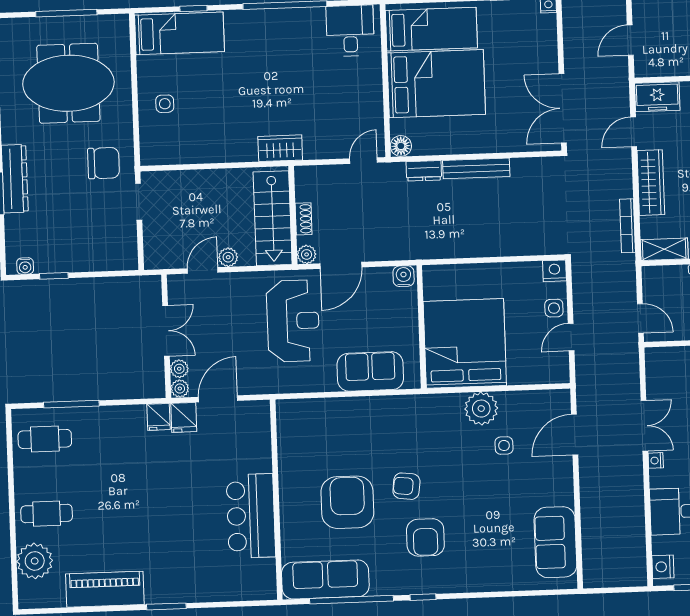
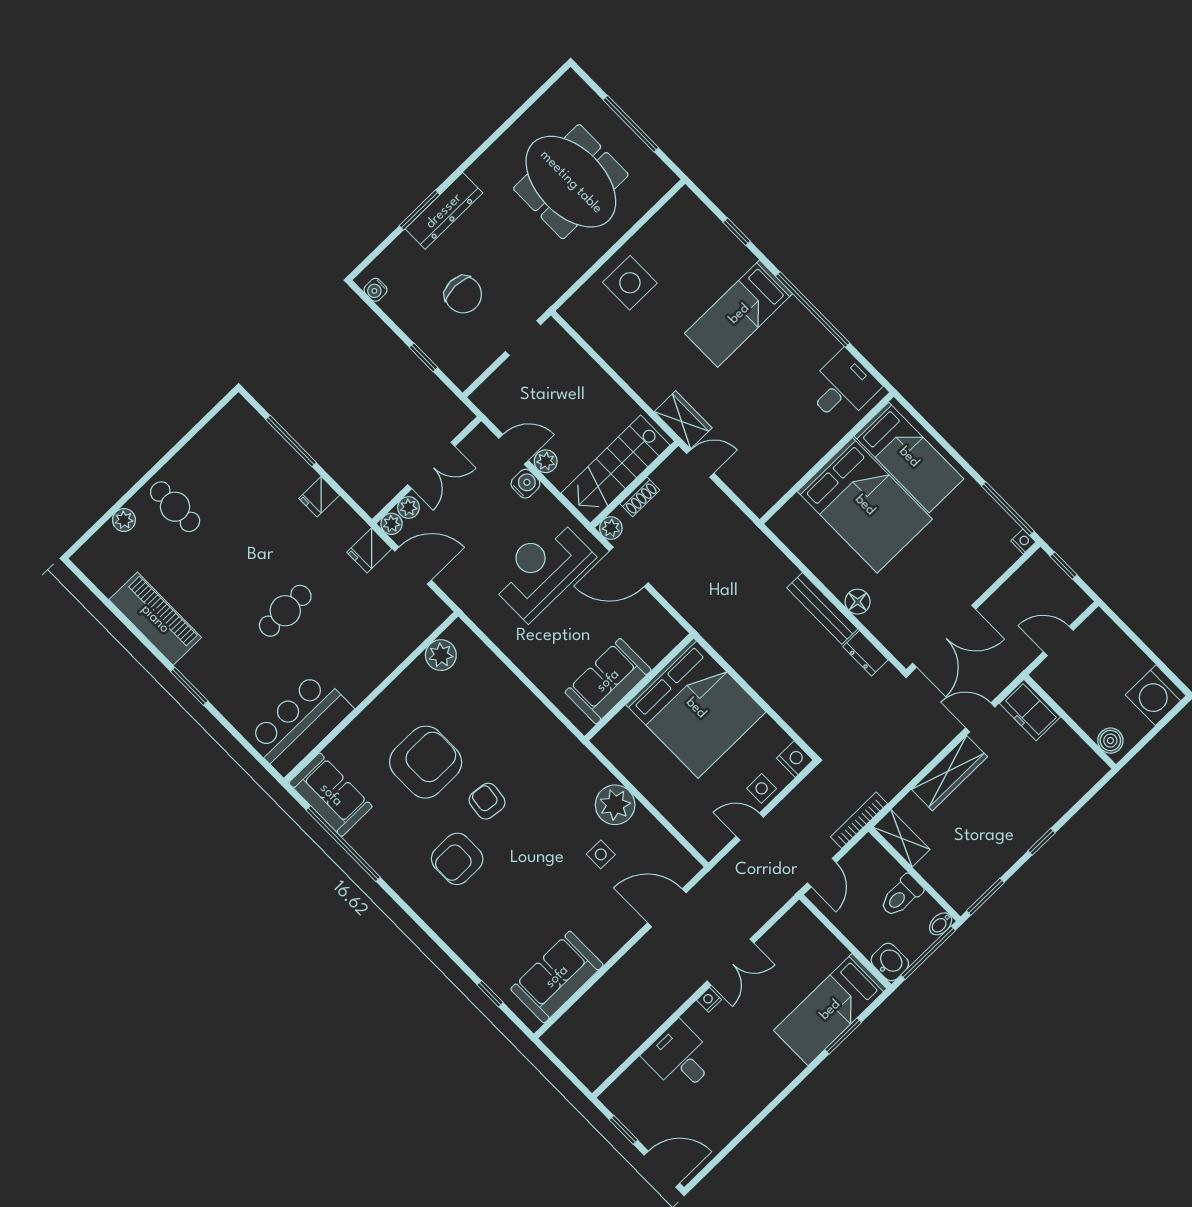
bed: (179, 33) -> (739, 314), moved, turned 90
side table: (165, 104) -> (630, 283), width x1.87, depth x1.87
double door: (563, 108) -> (944, 636), swing flipped
floor lamp: (401, 146) -> (858, 602), moved
door: (363, 161) -> (700, 463), moved
chair: (103, 163) -> (463, 294), moved
dresser: (424, 171) -> (865, 653), moved
bookcase: (627, 226) -> (859, 820), moved
window: (54, 276) -> (423, 357), moved
water cooler: (404, 276) -> (525, 484), moved
reception desk: (293, 321) -> (542, 569), turned 180
bed: (465, 343) -> (696, 708), moved, turned 90
sofa: (370, 371) -> (608, 681), moved, turned -90
fridge: (159, 417) -> (319, 497), moved
plant: (289, 432) -> (441, 655), added
cafe table: (45, 439) -> (285, 611), moved, turned 90
bar counter: (251, 516) -> (300, 724), moved
plant: (35, 561) -> (124, 520), width x0.53, depth x0.53
nightstand: (663, 567) -> (621, 1091), removed
sofa: (325, 579) -> (331, 795), width x0.73
window: (423, 597) -> (490, 994), moved

